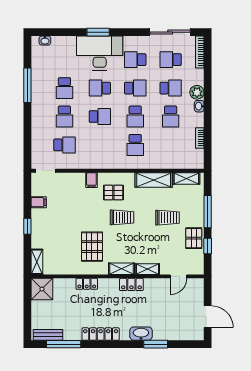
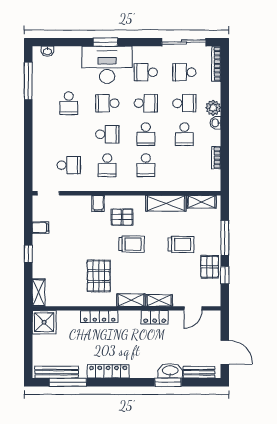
window: (27, 85) -> (28, 81), moved
school desk: (64, 117) -> (107, 165), moved
locker: (87, 284) -> (99, 317), width x1.53
locker: (131, 284) -> (155, 317), moved
washbasin: (141, 334) -> (170, 371), moved
bench: (48, 335) -> (57, 372), width x1.36
bench: (184, 335) -> (199, 372), added

